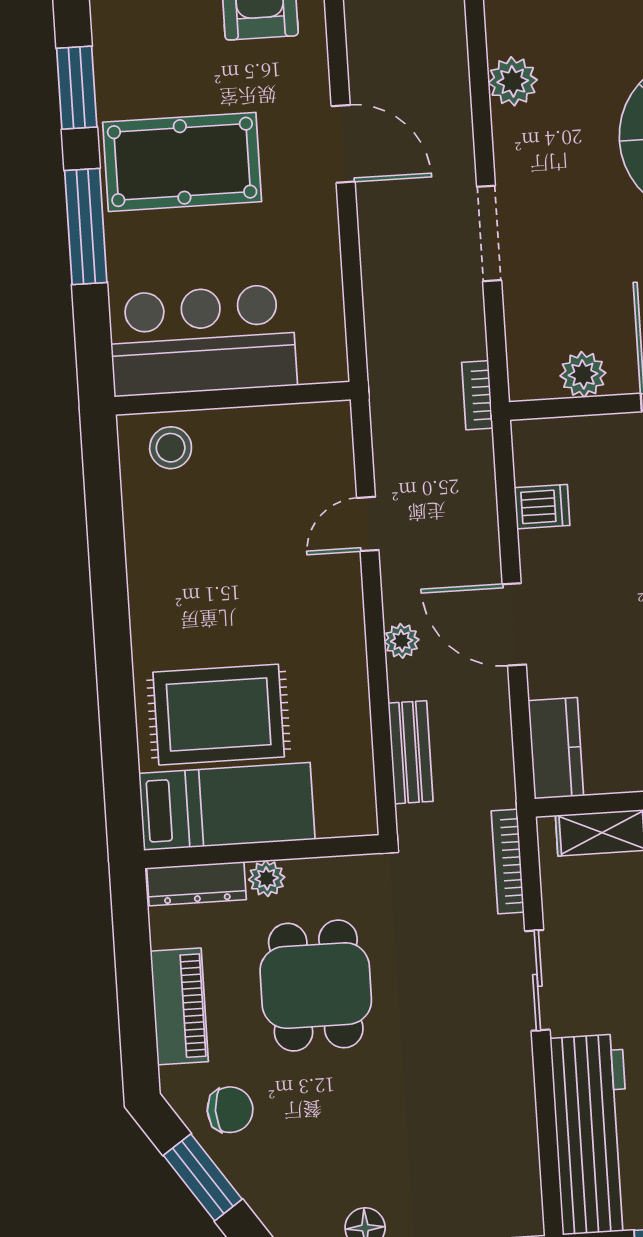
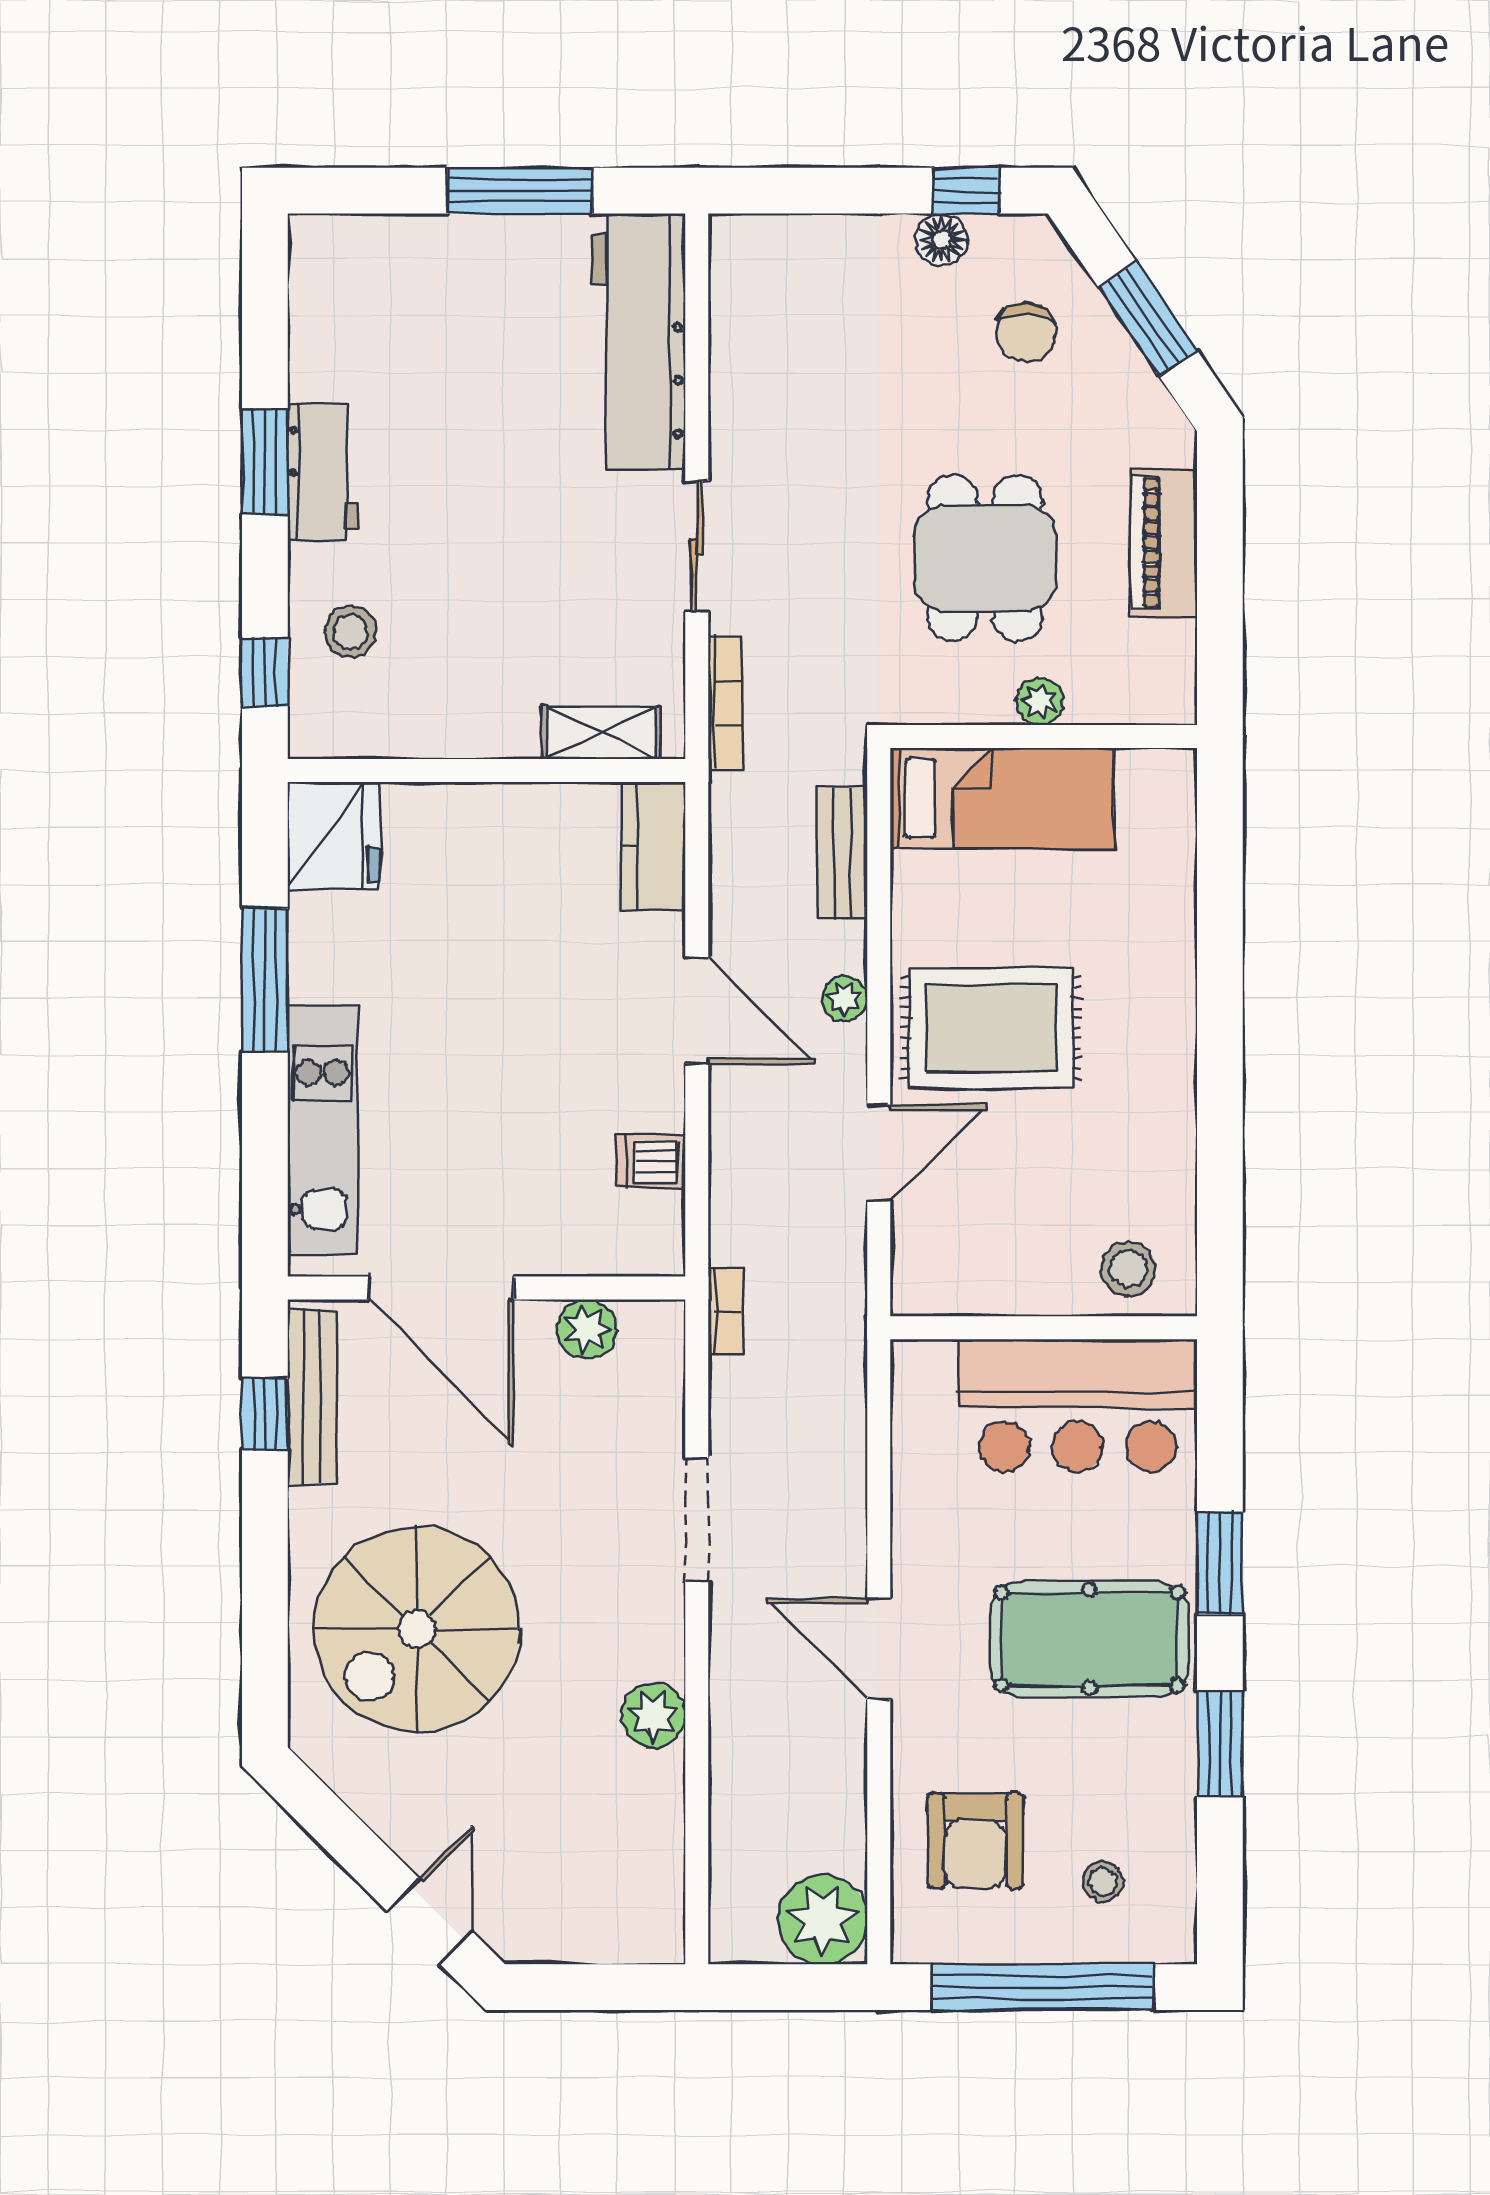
window: (86, 226) -> (1220, 1563), width x0.69
door: (368, 524) -> (879, 1153), width x1.37
rug: (219, 715) -> (991, 1028), moved
bed: (227, 806) -> (1002, 798), moved, turned 180
dresser: (196, 884) -> (1131, 700), removed
chair: (230, 1110) -> (1026, 333), moved, turned -90

